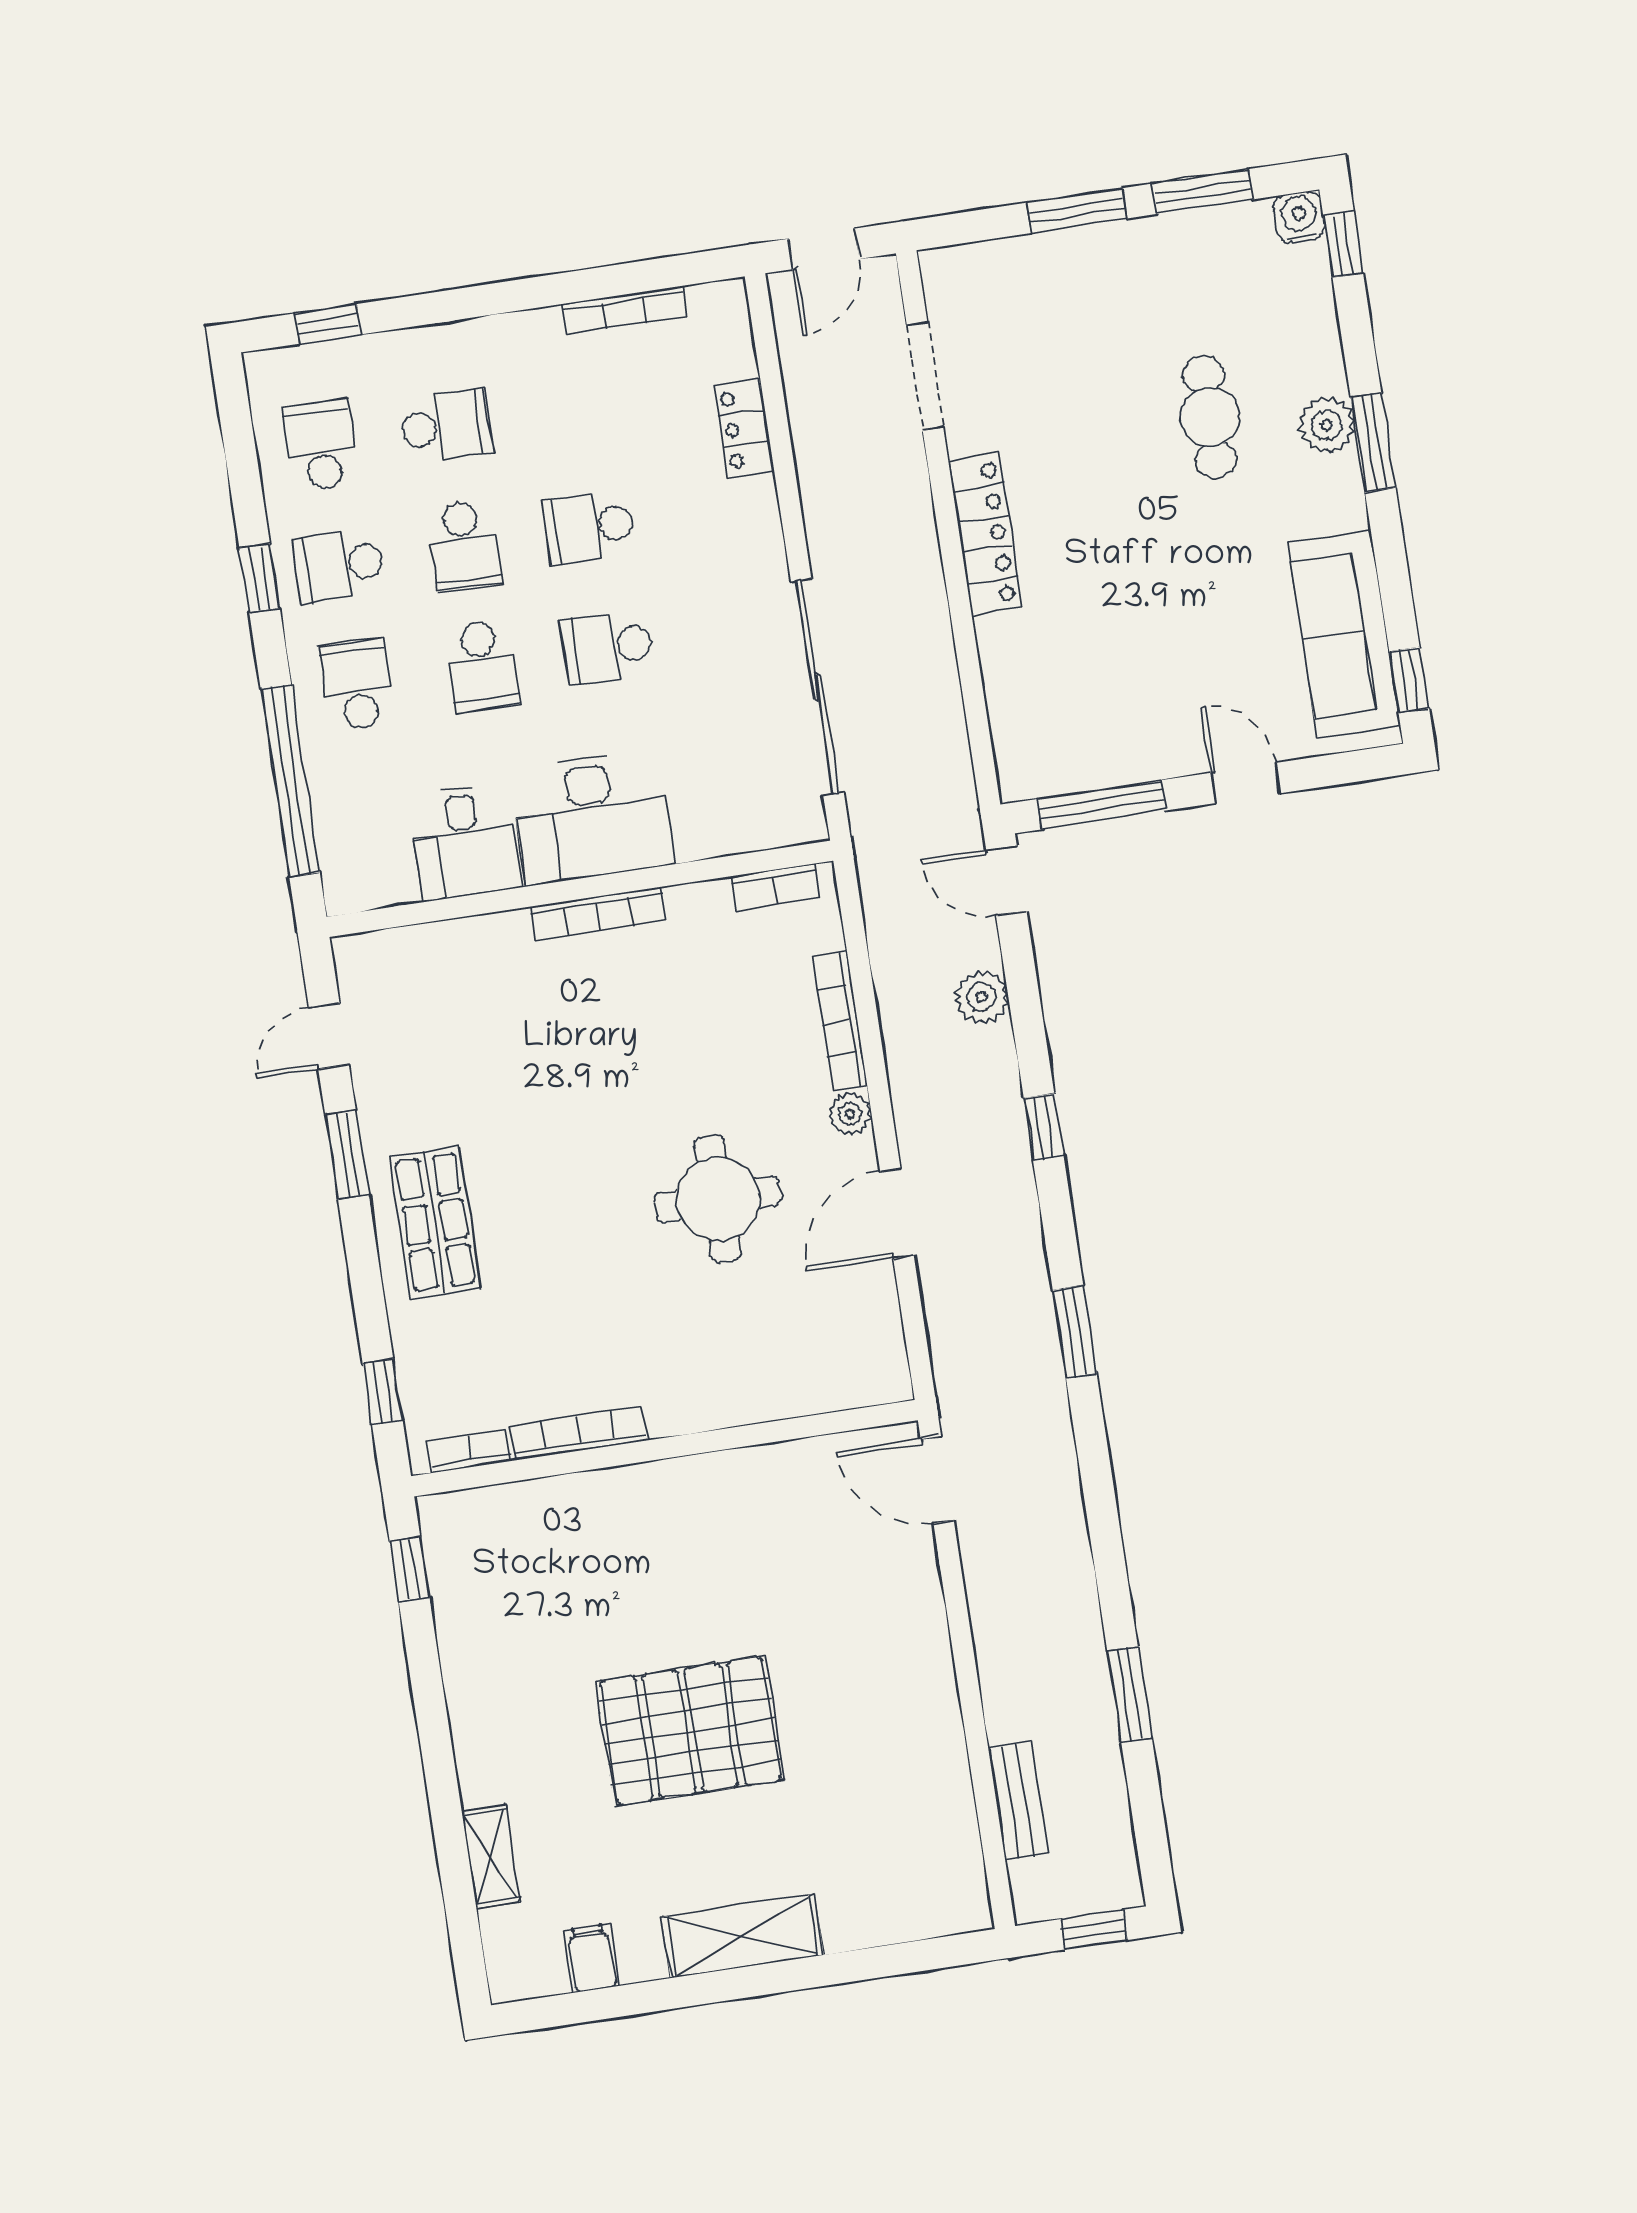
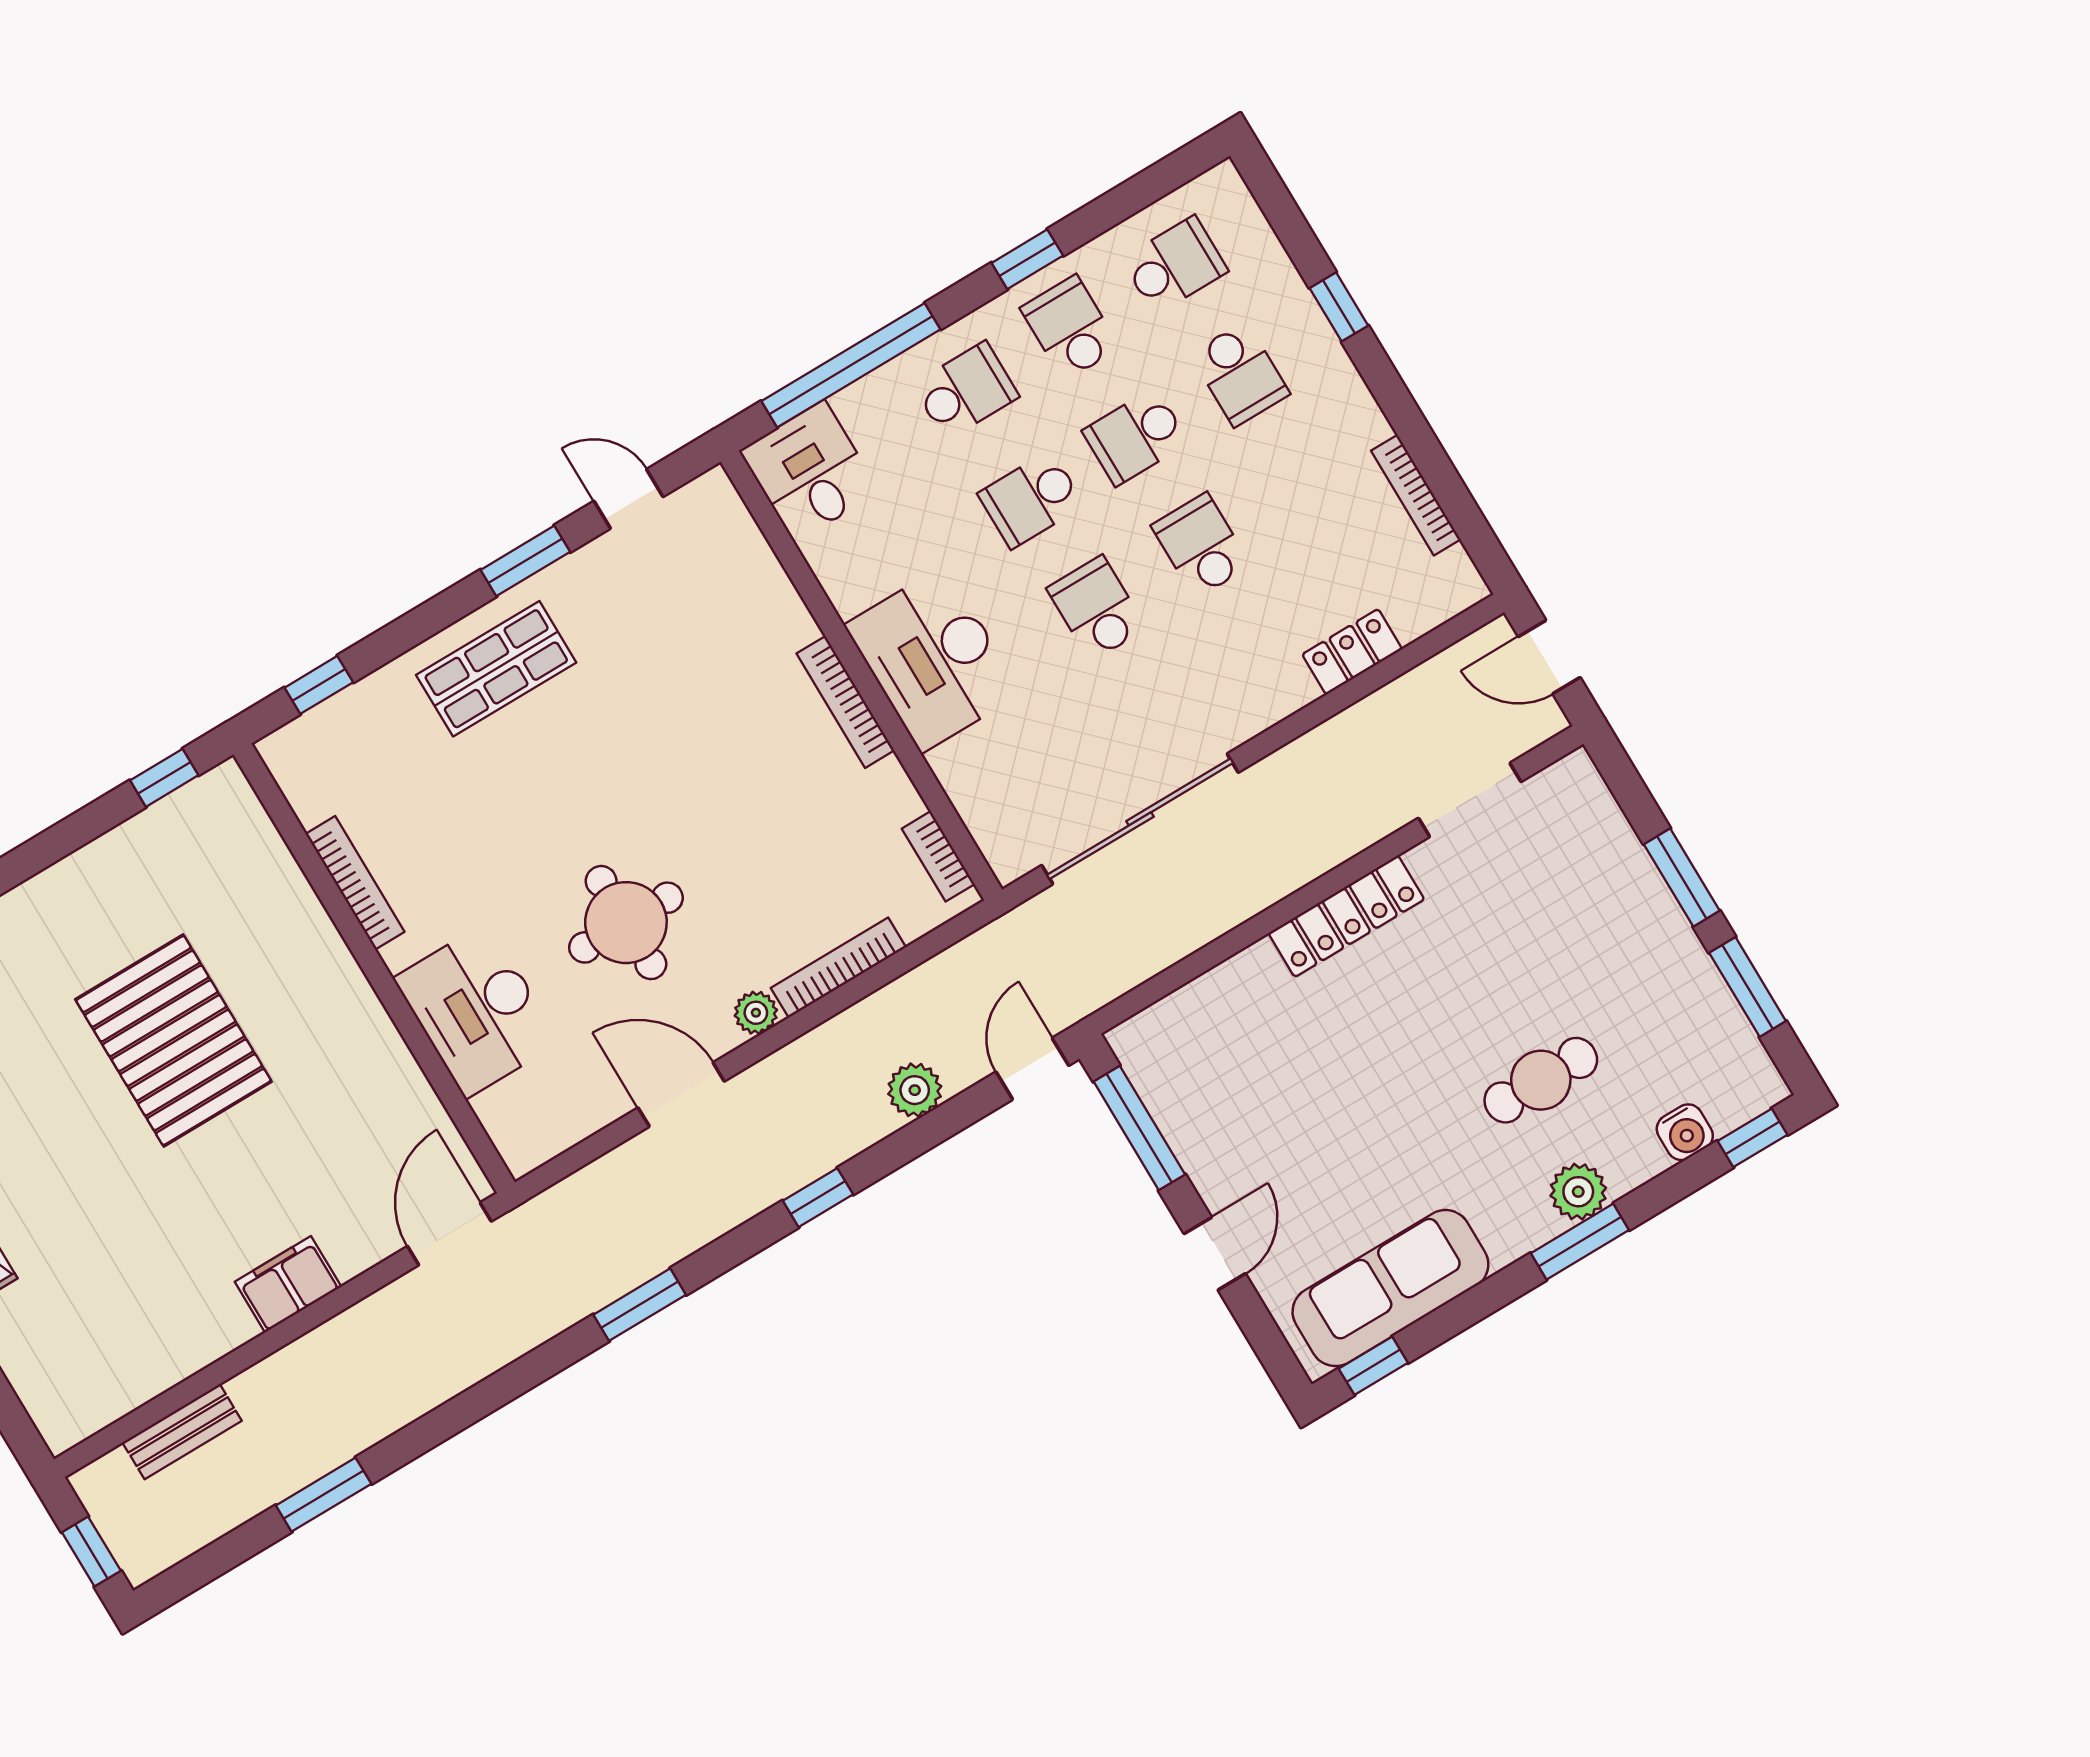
water cooler: (1299, 217) -> (1685, 1132), moved, turned 90
window: (328, 324) -> (1339, 307), moved
desk: (465, 841) -> (810, 471), moved, turned 90
desk: (742, 1370) -> (477, 1010), added
bookcase: (469, 1451) -> (296, 788), removed
filing cabinet: (922, 1647) -> (288, 1284), added
pallet: (690, 1731) -> (173, 1040), moved

